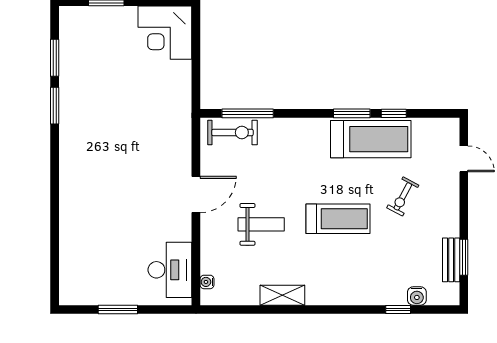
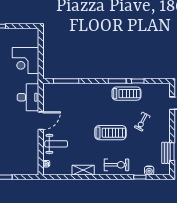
corner desk: (165, 33) -> (26, 61), moved
exercise bike: (233, 132) -> (116, 165), moved
treadmill: (371, 139) -> (126, 94), width x0.73, depth x0.73
weight bench: (261, 224) -> (56, 144), moved
desk: (170, 270) -> (28, 97), moved

